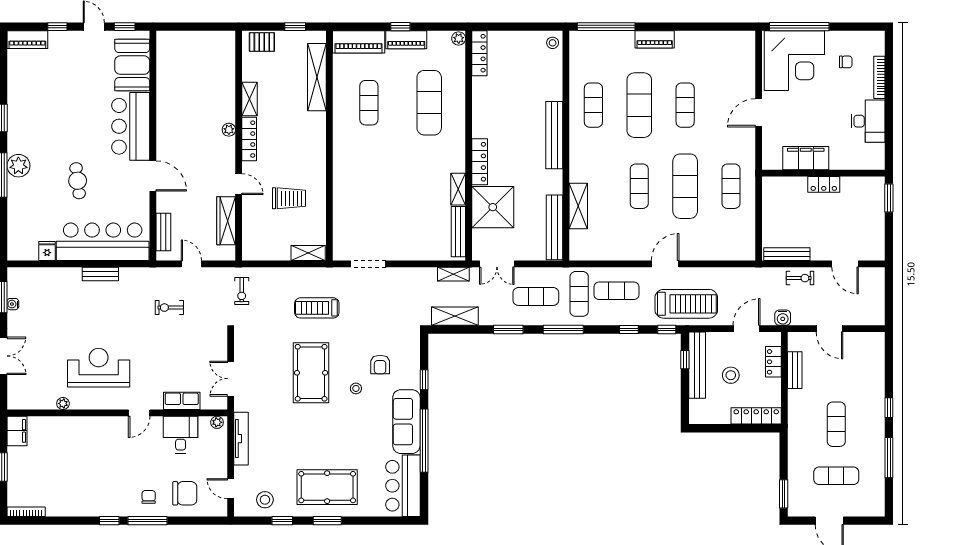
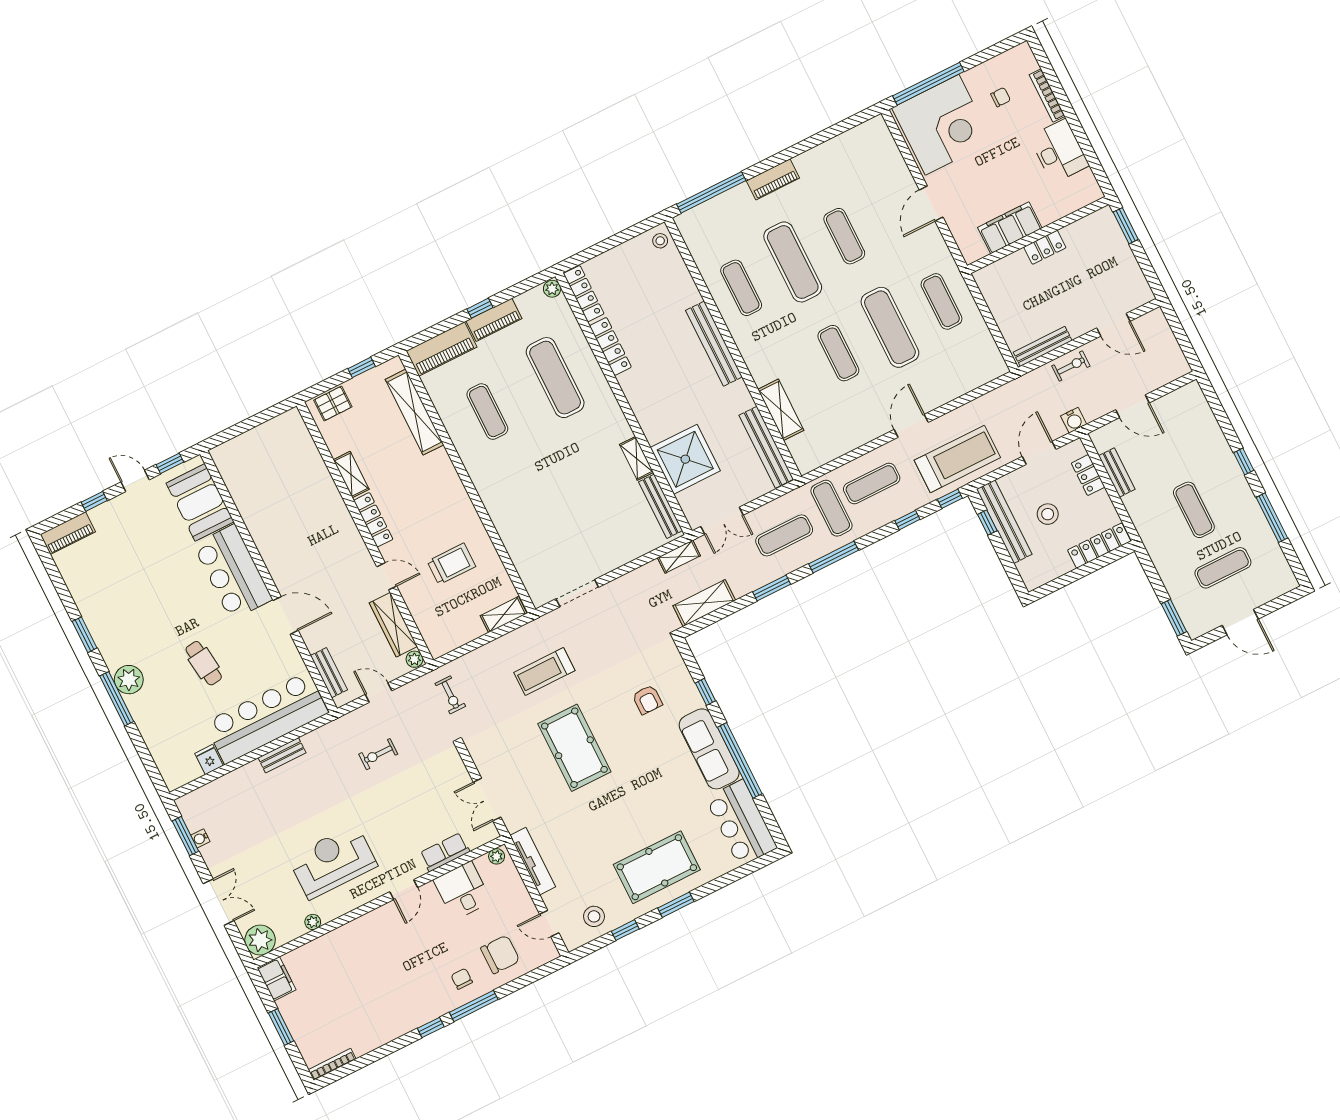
plant: (229, 130) -> (414, 659), moved
locker: (480, 162) -> (610, 346), moved
stool: (356, 388) -> (634, 740), removed
plant: (19, 398) -> (260, 940), added

